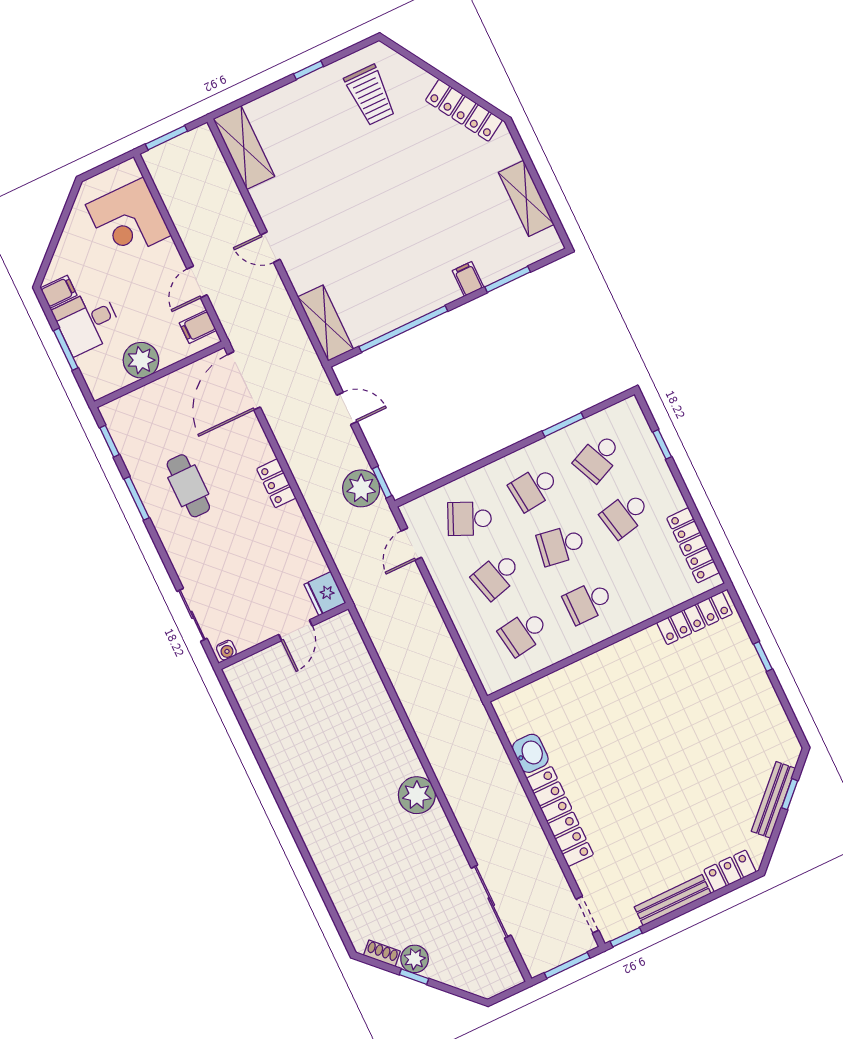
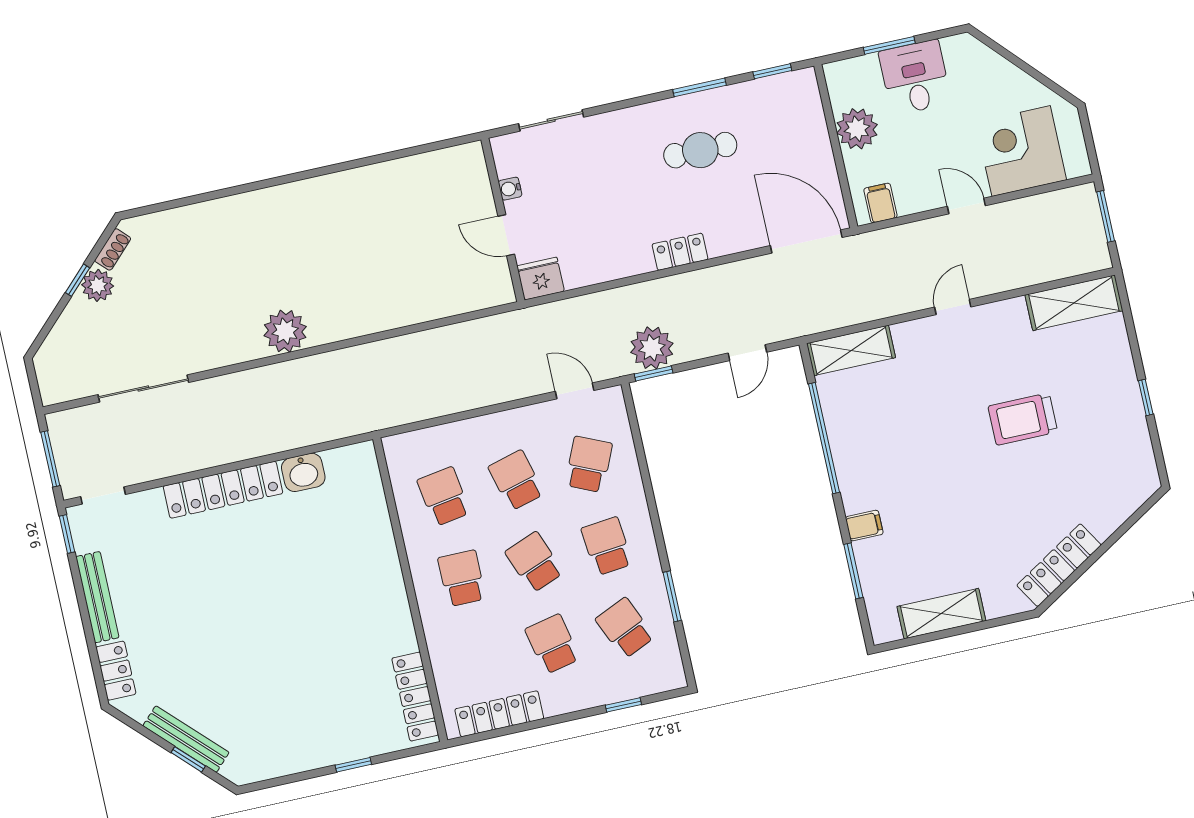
trolley: (370, 95) -> (1023, 419), moved
door: (197, 282) -> (966, 206), moved
filing cabinet: (59, 292) -> (957, 52), removed
school desk: (561, 545) -> (534, 562), turned -30
water cooler: (226, 650) -> (510, 189), moved

